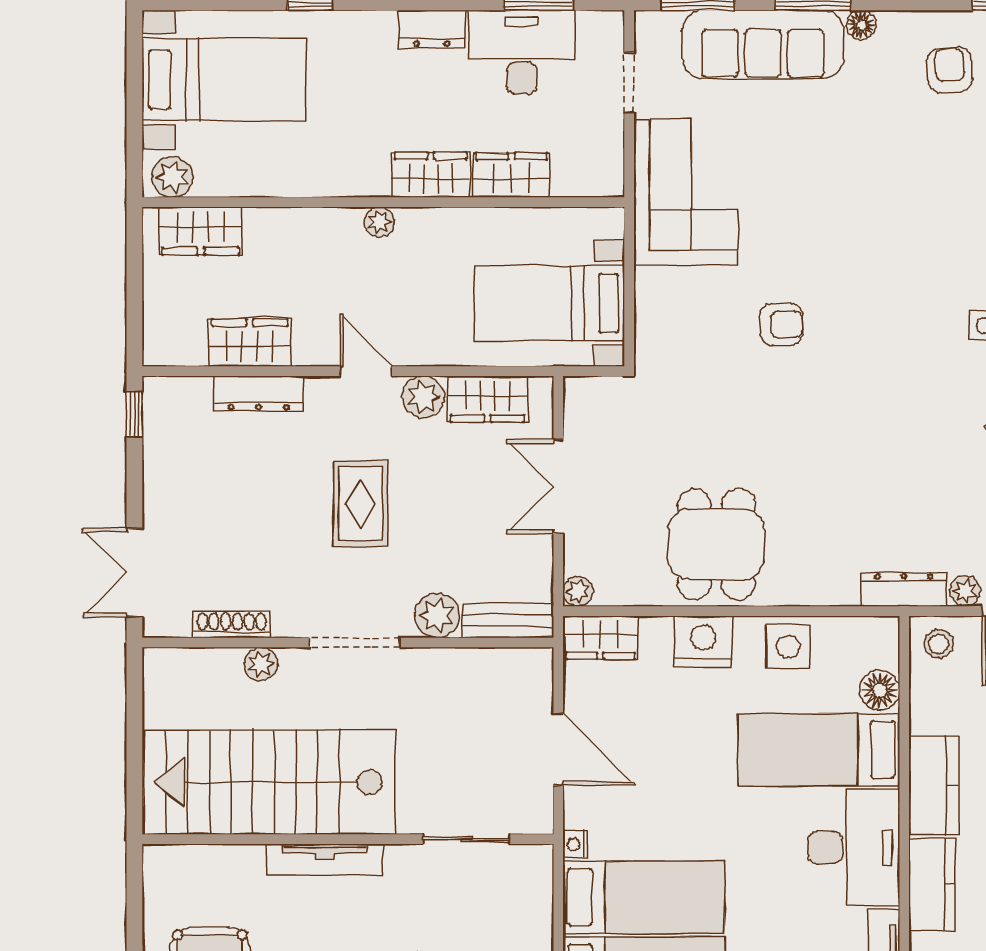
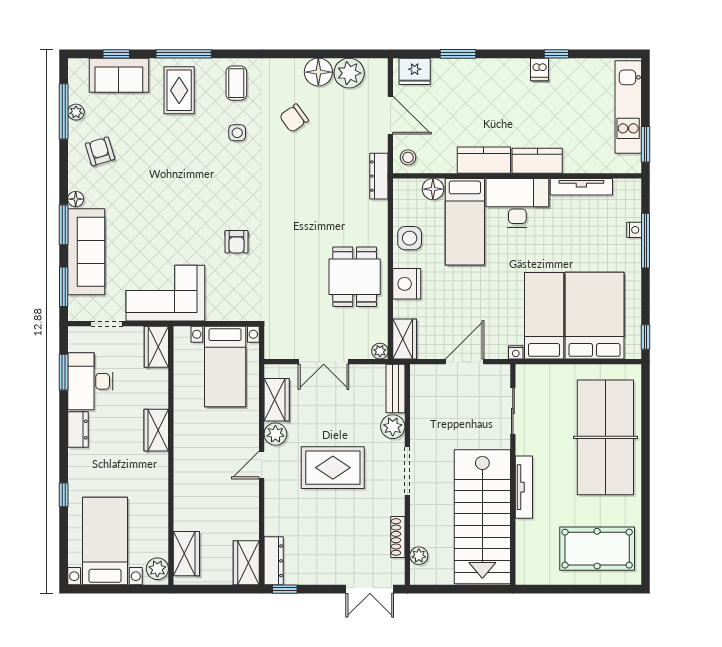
armchair: (950, 70) -> (100, 151), turned 76
wardrobe: (511, 175) -> (156, 347), moved
plant: (379, 222) -> (182, 458), removed
armchair: (781, 324) -> (237, 242), turned 180
wardrobe: (250, 343) -> (246, 563), moved
dresser: (259, 394) -> (274, 561), moved
rug: (361, 504) -> (333, 468), width x1.36, depth x1.43
dining table: (716, 544) -> (355, 277), turned 90
plant: (965, 591) -> (380, 143), removed
plant: (261, 664) -> (419, 556), moved

